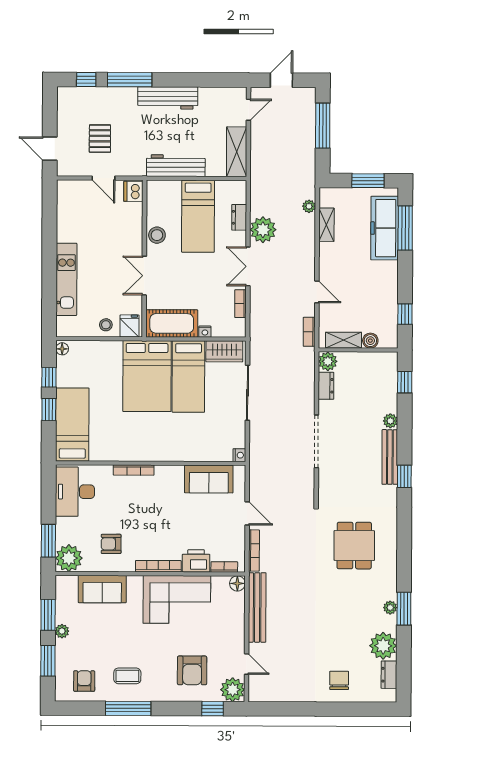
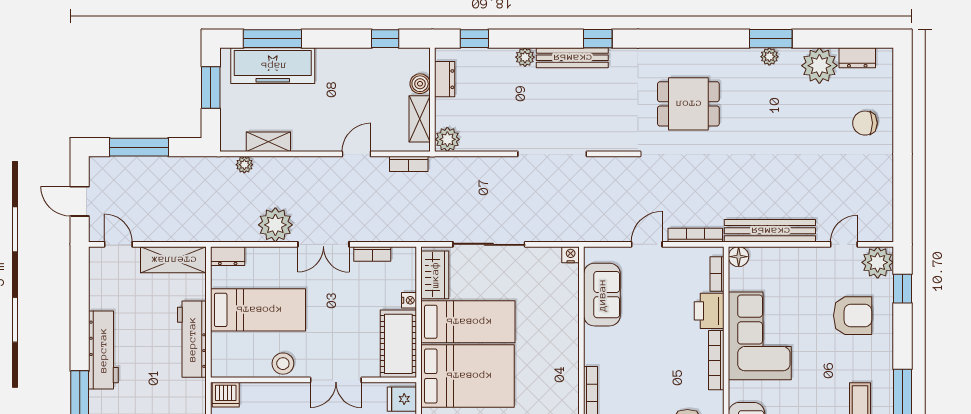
dresser: (239, 217) -> (228, 256), moved
dresser: (326, 386) -> (445, 79), moved, turned 90

